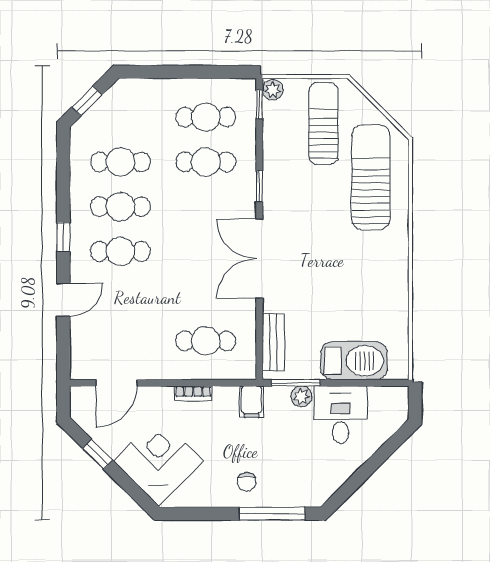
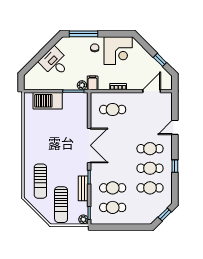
sun lounger: (371, 177) -> (40, 181), width x0.73, depth x0.75
window: (63, 237) -> (175, 166), moved
bench: (273, 342) -> (83, 188), moved
plant: (301, 396) -> (82, 85), moved
desk: (341, 415) -> (55, 62), moved, turned 135
corner desk: (158, 461) -> (118, 51), moved, turned -45

